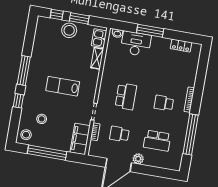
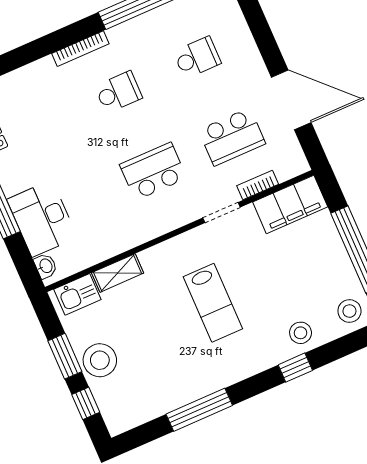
window: (24, 71) -> (199, 410), moved
school desk: (164, 103) -> (118, 92), turned -90
stool: (42, 119) -> (301, 333), moved
school desk: (119, 134) -> (232, 137), width x1.85
school desk: (157, 141) -> (197, 57), width x0.54
plant: (138, 159) -> (255, 71), removed

